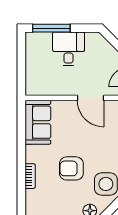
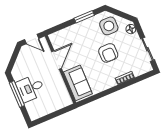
window: (51, 28) -> (17, 94), moved
sofa: (38, 122) -> (78, 83), moved, turned 90

